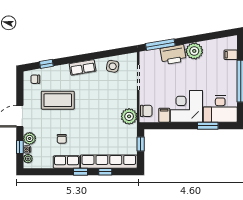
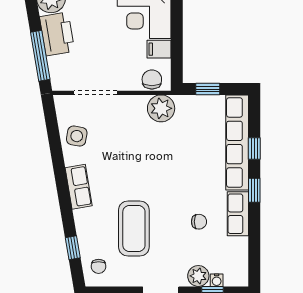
plant: (28, 159) -> (232, 279), removed

